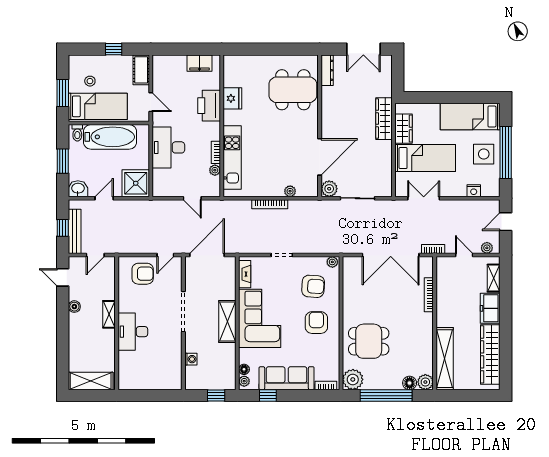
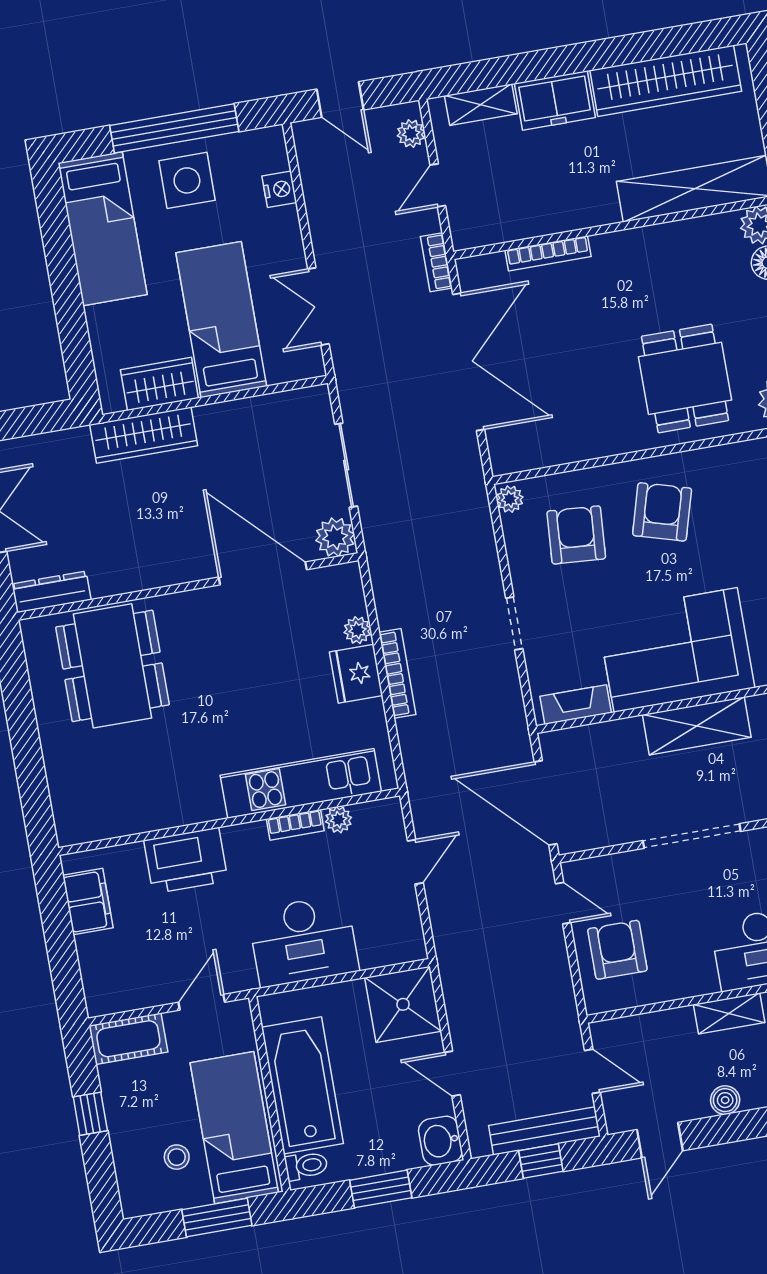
fridge: (232, 98) -> (356, 674), moved, turned -90
armchair: (316, 323) -> (662, 512), turned 106

